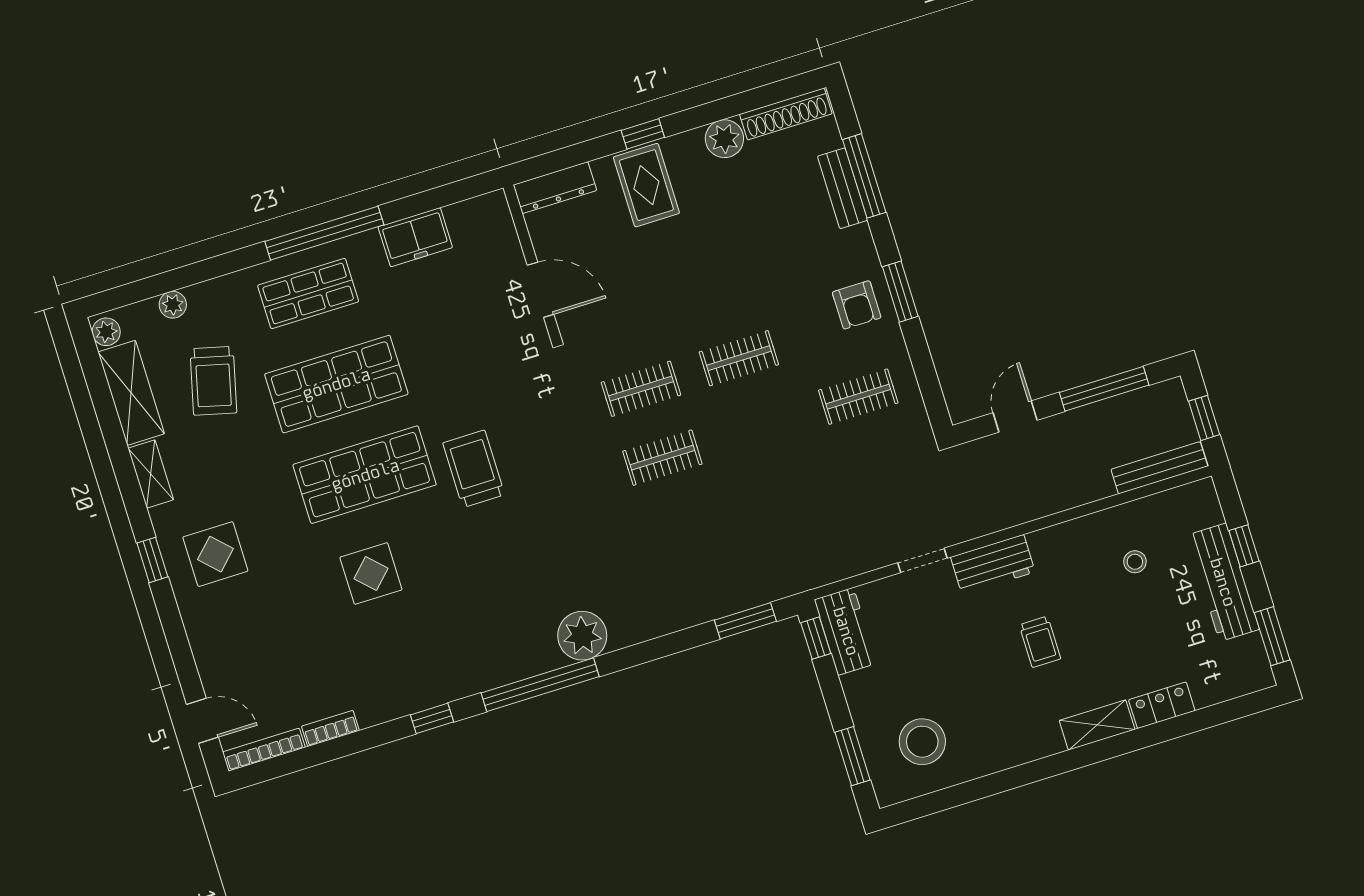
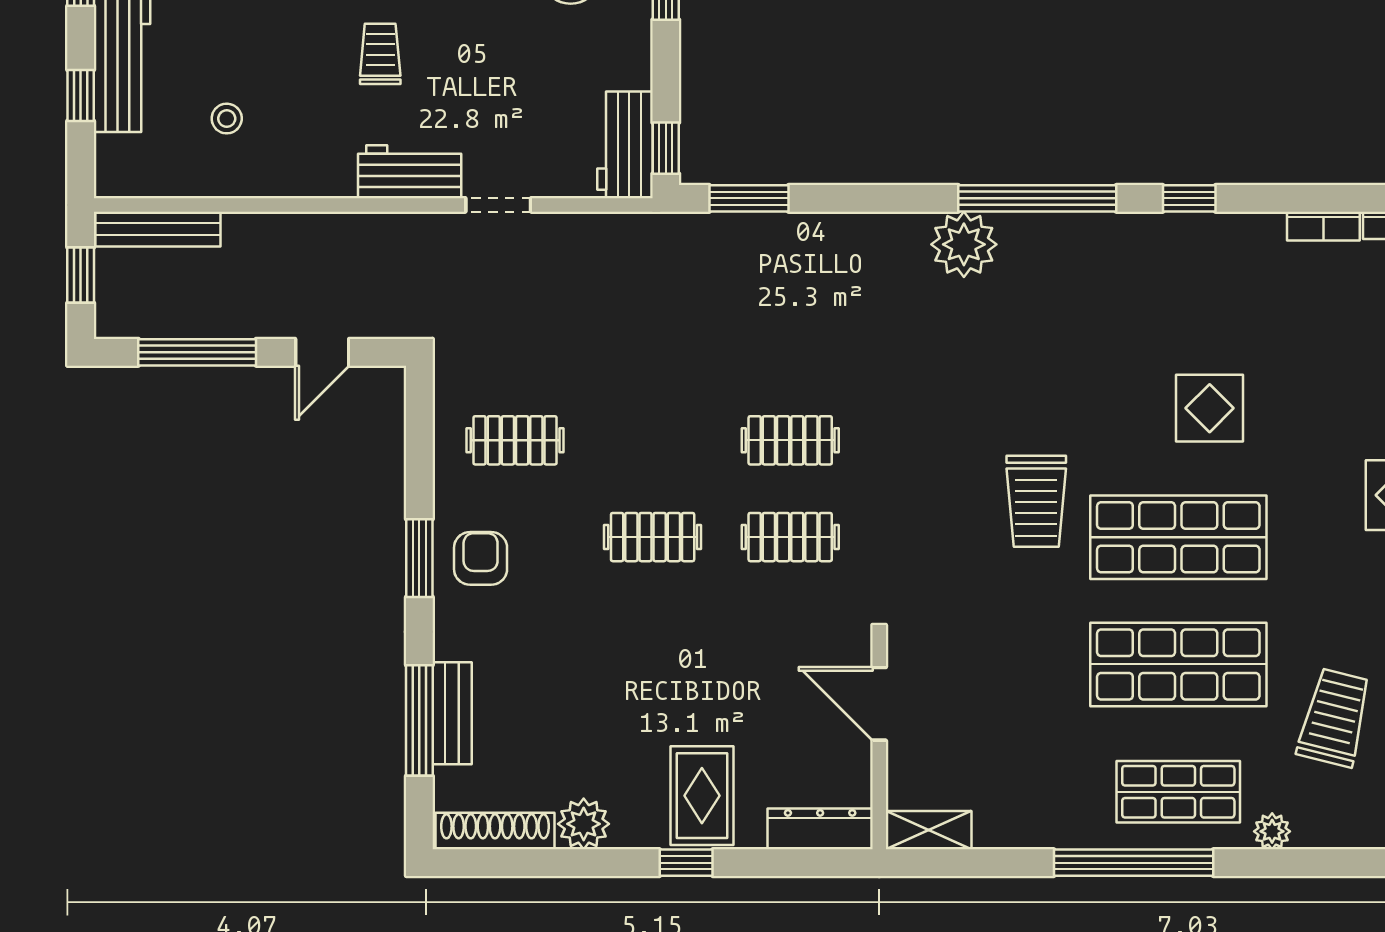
shelving: (477, 211) -> (929, 830), added
freezer: (415, 237) -> (1019, 821), removed
plant: (173, 305) -> (1272, 831), moved

